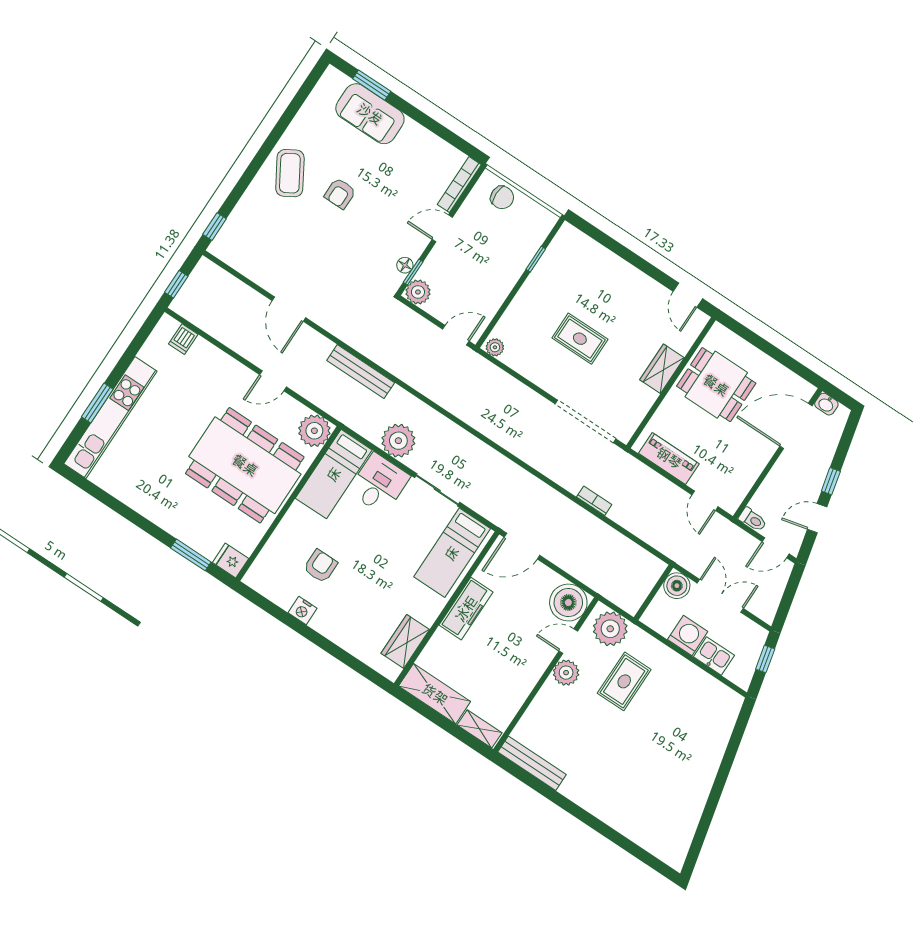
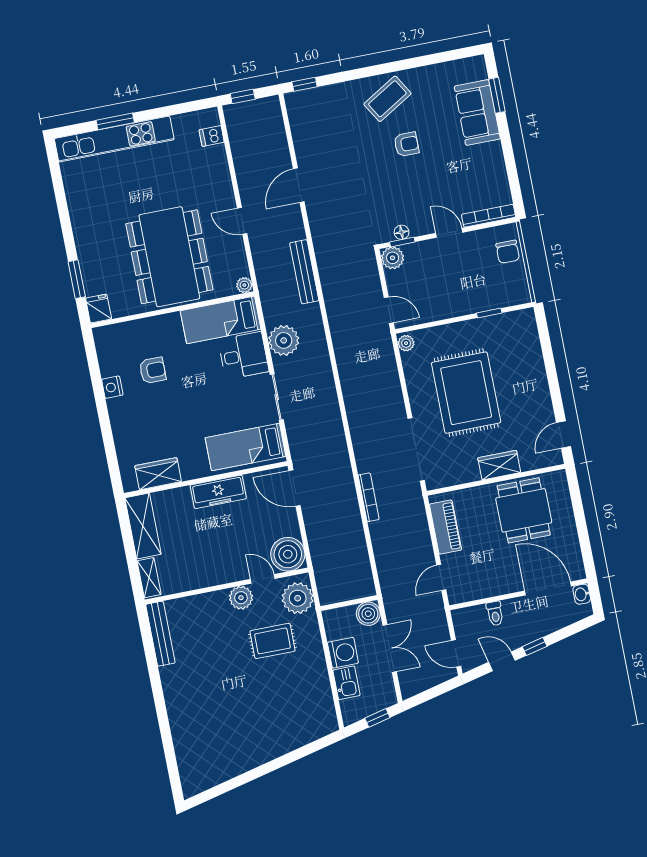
armchair: (340, 193) -> (406, 144), turned 180
rug: (580, 339) -> (466, 393), width x1.86, depth x2.06
plant: (314, 431) -> (244, 285), width x0.53, depth x0.53
bookcase: (594, 501) -> (369, 497), width x1.56
toilet: (753, 520) -> (495, 614), moved

